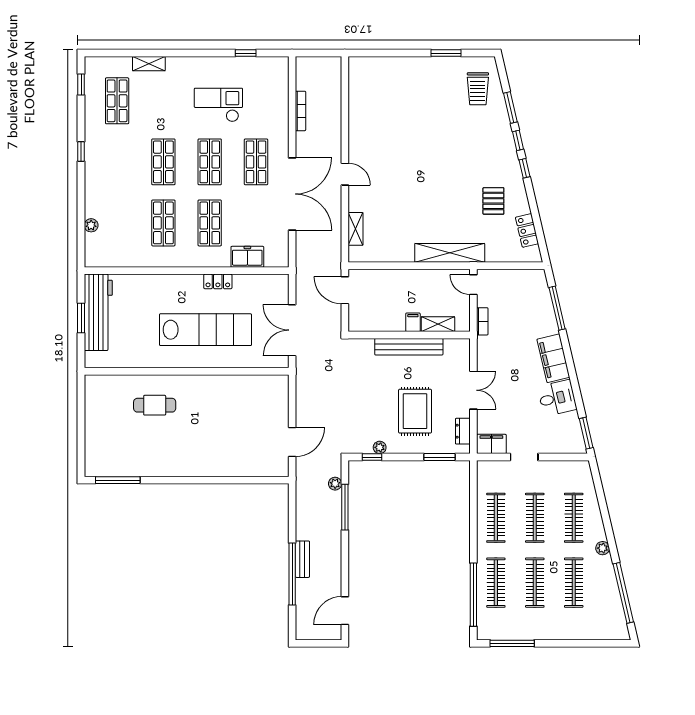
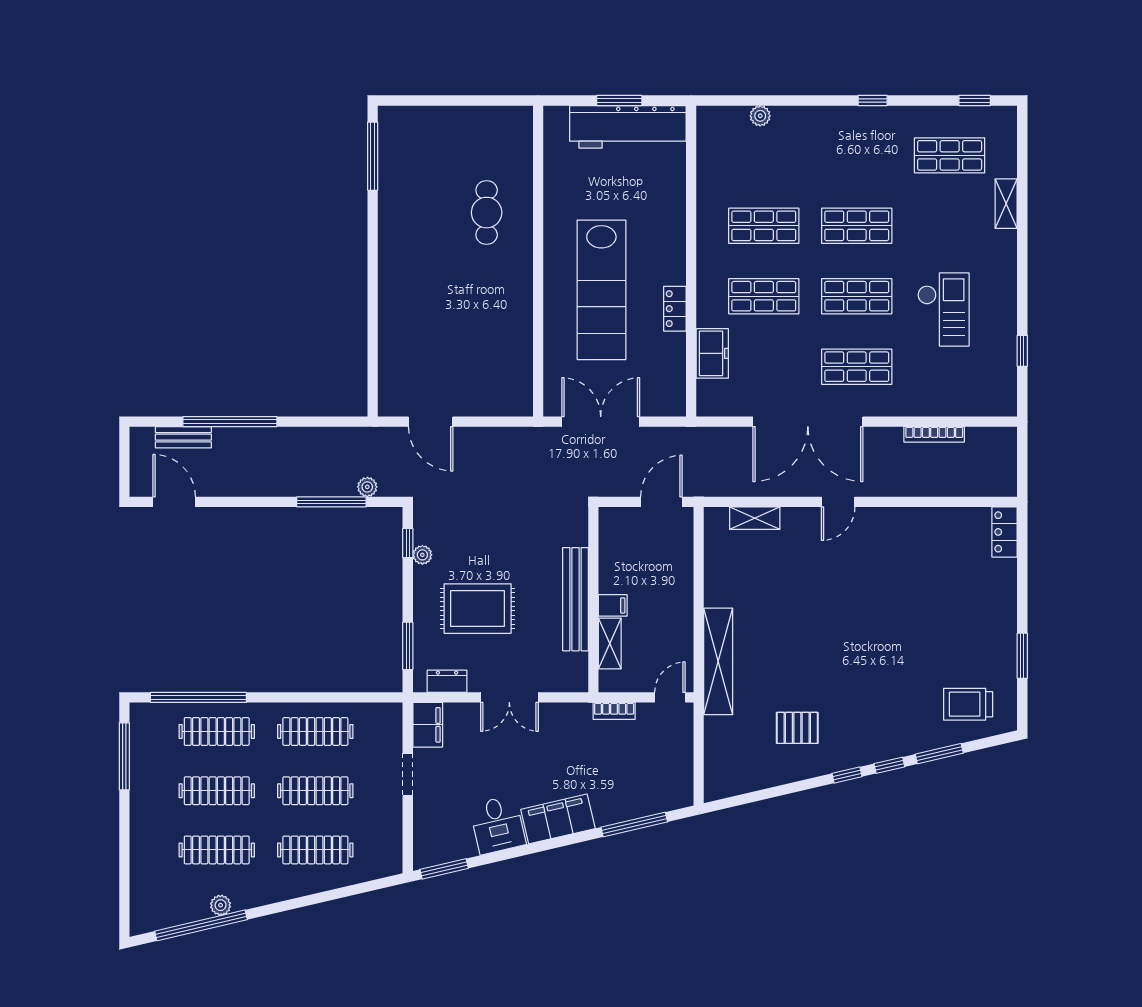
locker: (527, 230) -> (1005, 532), moved, turned -77
plant: (603, 548) -> (221, 905), moved
bench: (302, 559) -> (183, 437), moved

